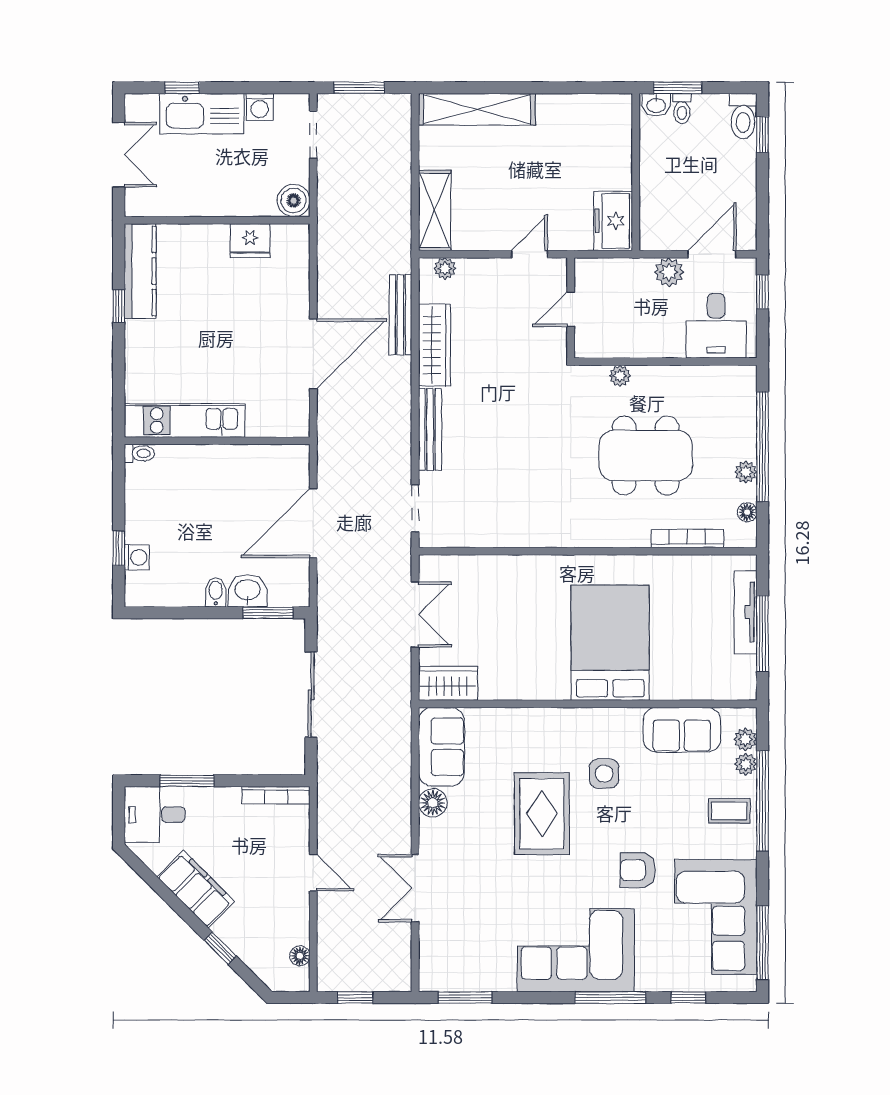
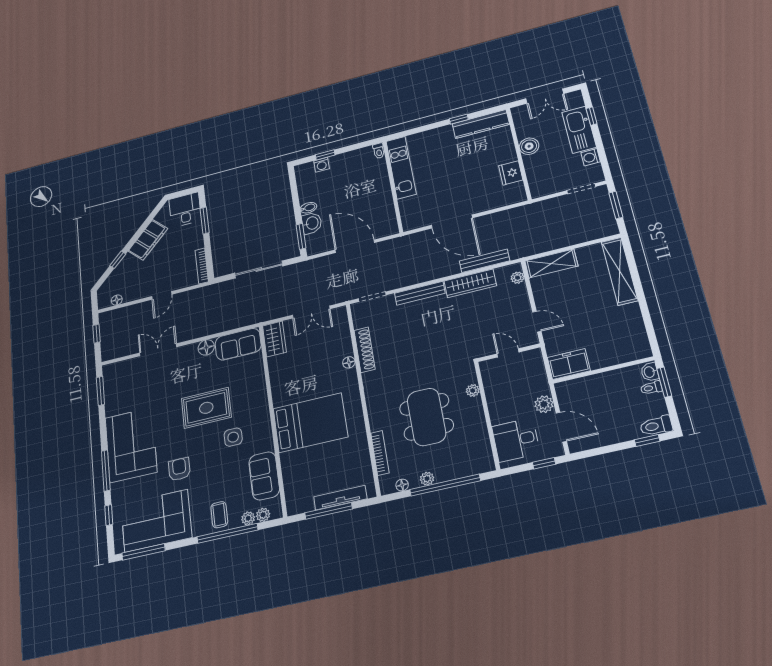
boiler: (294, 200) -> (529, 146), moved
shoe rack: (506, 536) -> (365, 350), added
floor lamp: (522, 565) -> (349, 362), added

